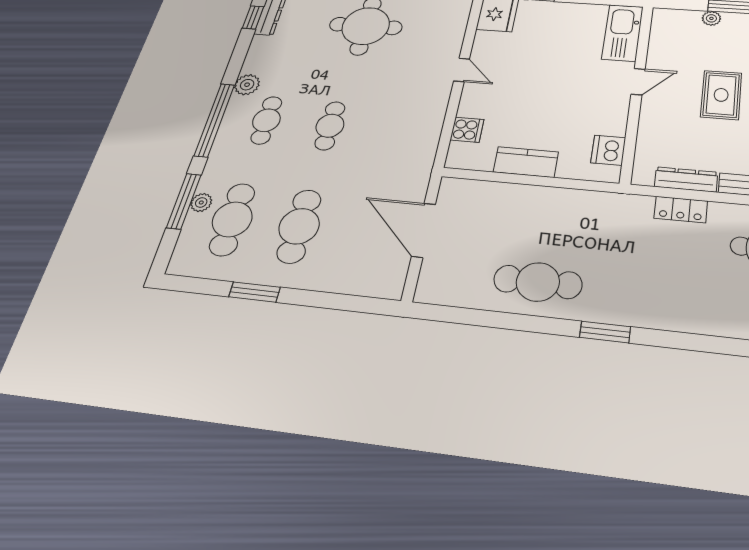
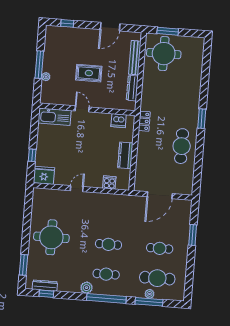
locker: (681, 210) -> (144, 121), moved
cafe table: (299, 226) -> (160, 248), width x0.73, depth x0.74
window: (255, 292) -> (193, 235), moved

